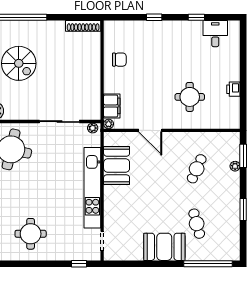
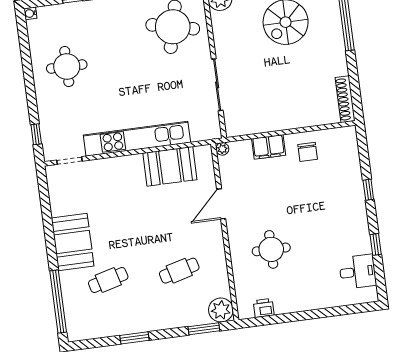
printer: (233, 89) -> (264, 308), moved
filing cabinet: (112, 106) -> (269, 147), moved
plant: (93, 128) -> (214, 129), removed
plant: (235, 166) -> (221, 310), moved, width x1.88, depth x1.88
cafe table: (197, 169) -> (179, 271), turned -39

